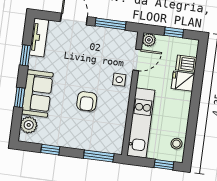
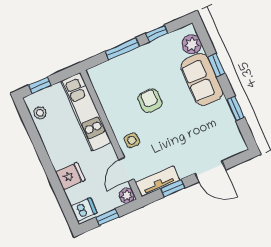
window: (111, 24) -> (173, 188), width x0.67
tv unit: (39, 37) -> (158, 181), moved, turned 90
dishwasher: (186, 64) -> (84, 210), moved
window: (99, 156) -> (122, 49), moved

